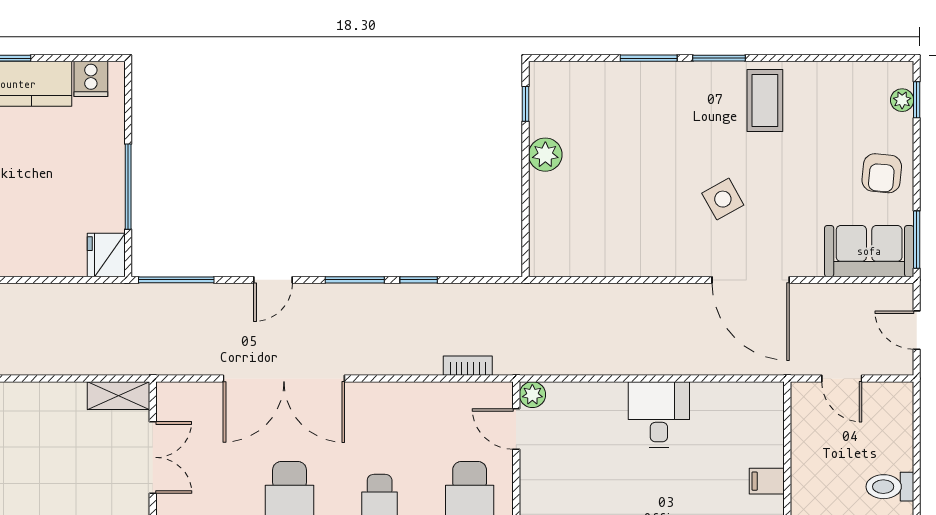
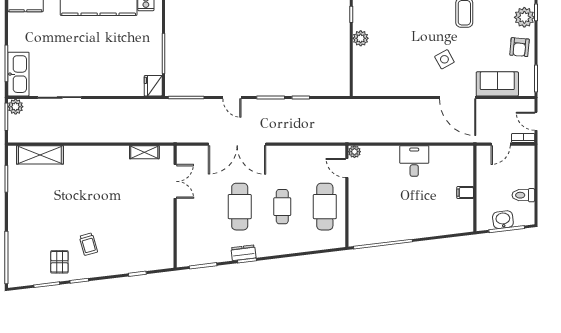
plant: (902, 100) -> (524, 17), width x1.87, depth x1.87
sofa: (869, 251) -> (497, 84), moved
door: (273, 280) -> (232, 97), hinge flipped
bookcase: (468, 366) -> (523, 138), moved
door: (842, 378) -> (501, 144), hinge flipped
shelving: (119, 396) -> (144, 152), moved

